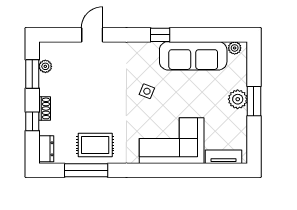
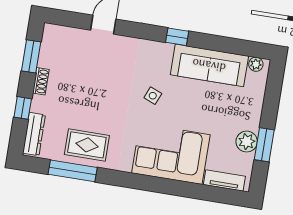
plant: (45, 66) -> (47, 51), removed
plant: (238, 99) -> (247, 142), moved
window: (254, 101) -> (264, 145), moved
shoe rack: (45, 108) -> (41, 81), moved
dresser: (46, 149) -> (34, 134), width x1.44

